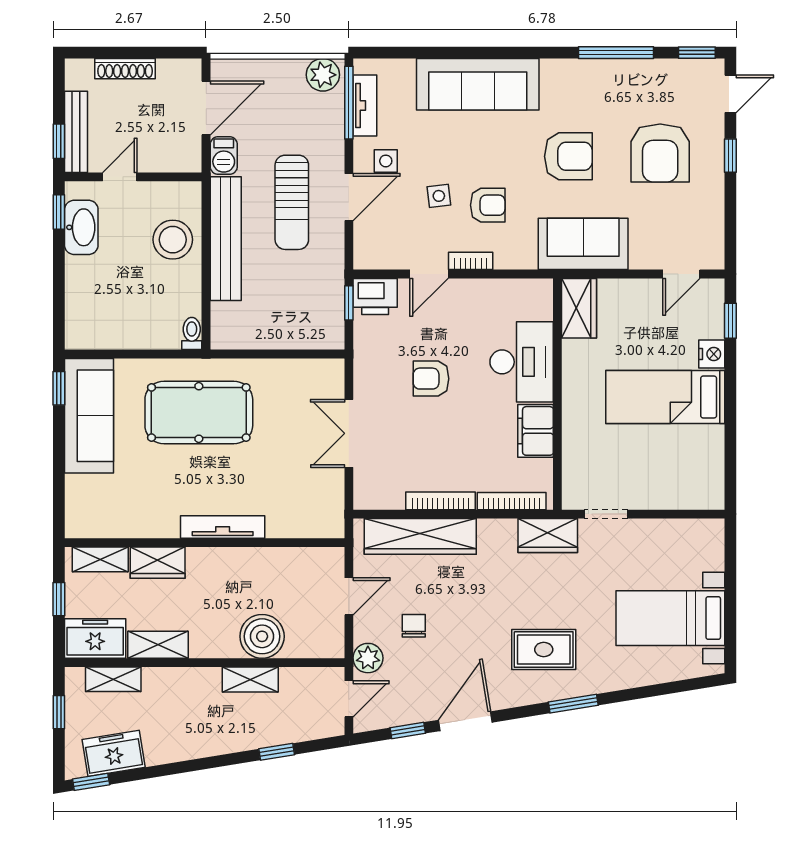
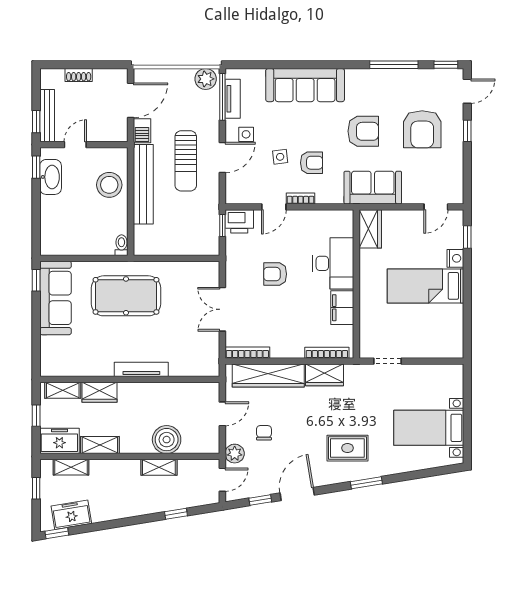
shoe rack: (125, 69) -> (79, 75), width x0.70
bookcase: (440, 501) -> (247, 353), moved
wardrobe: (548, 535) -> (324, 375), moved

